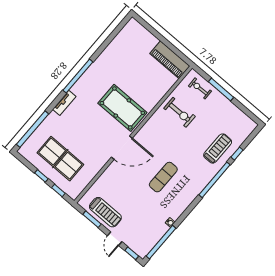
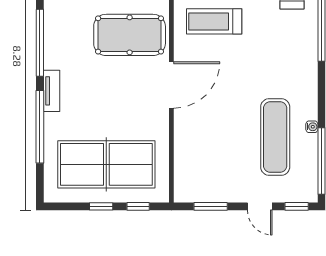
window: (32, 129) -> (40, 127), moved
table tennis table: (60, 159) -> (106, 164), width x1.36, depth x1.32
exercise mat: (163, 177) -> (275, 137), moved, width x1.36, depth x1.45
treadmill: (105, 212) -> (214, 21), moved, turned 180

